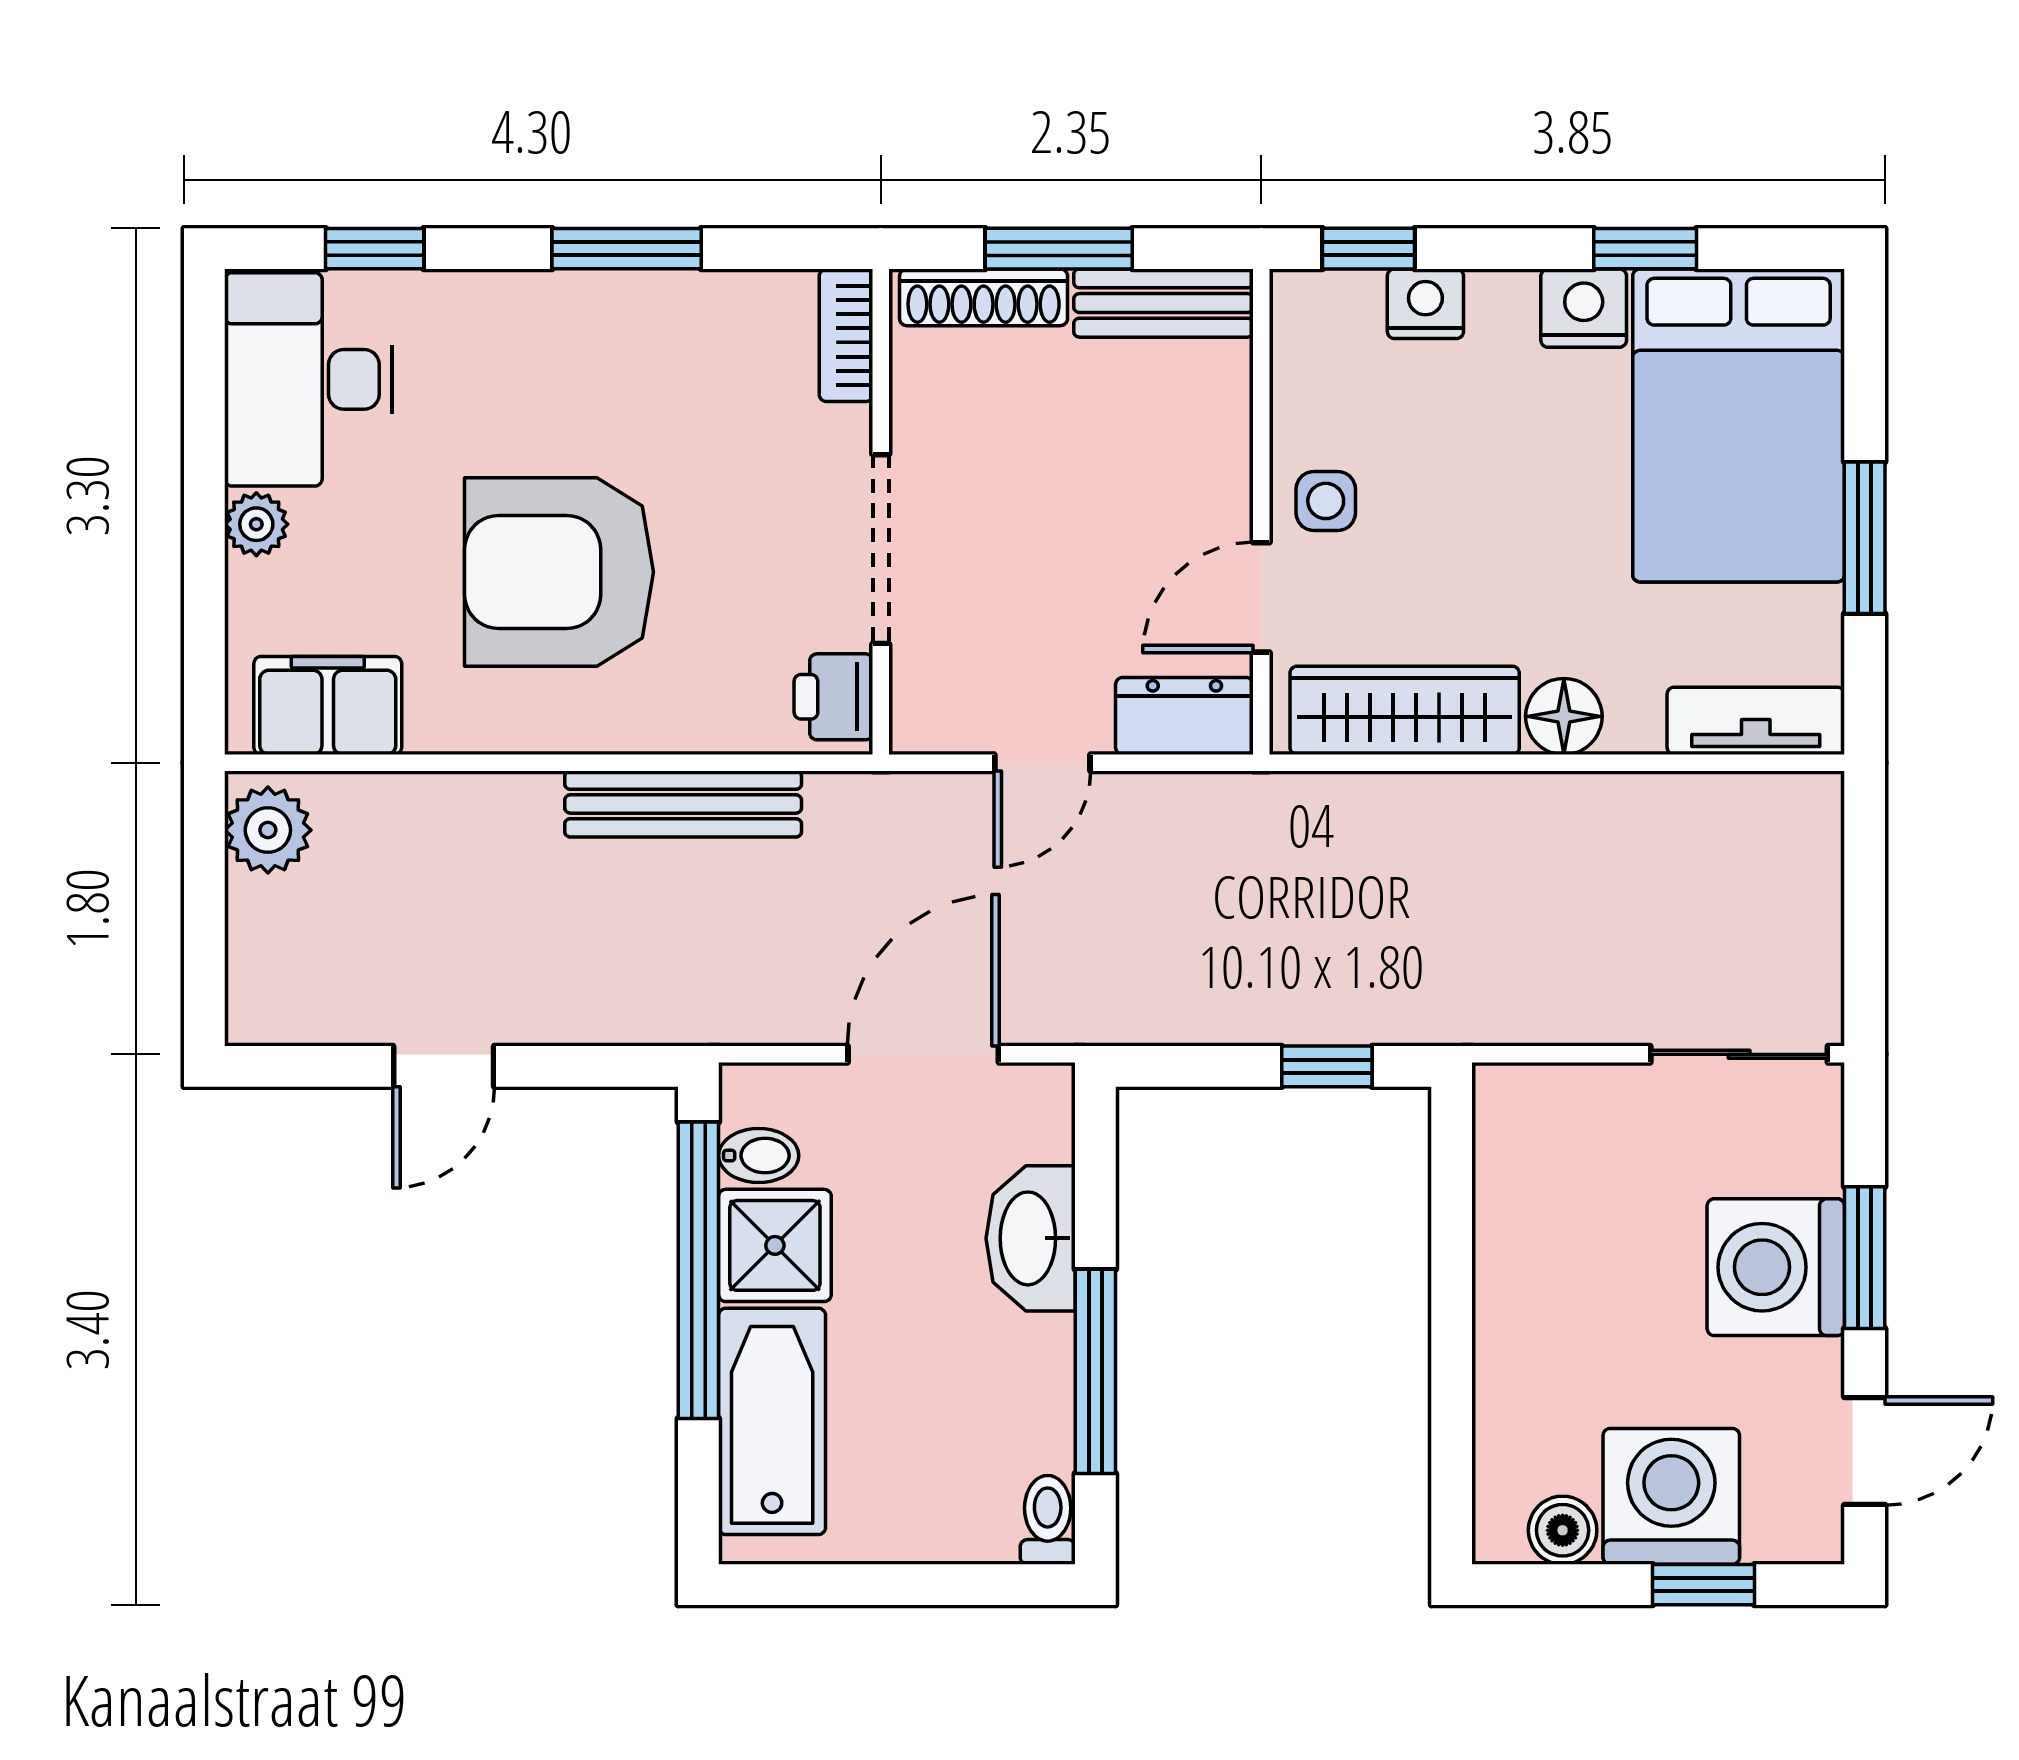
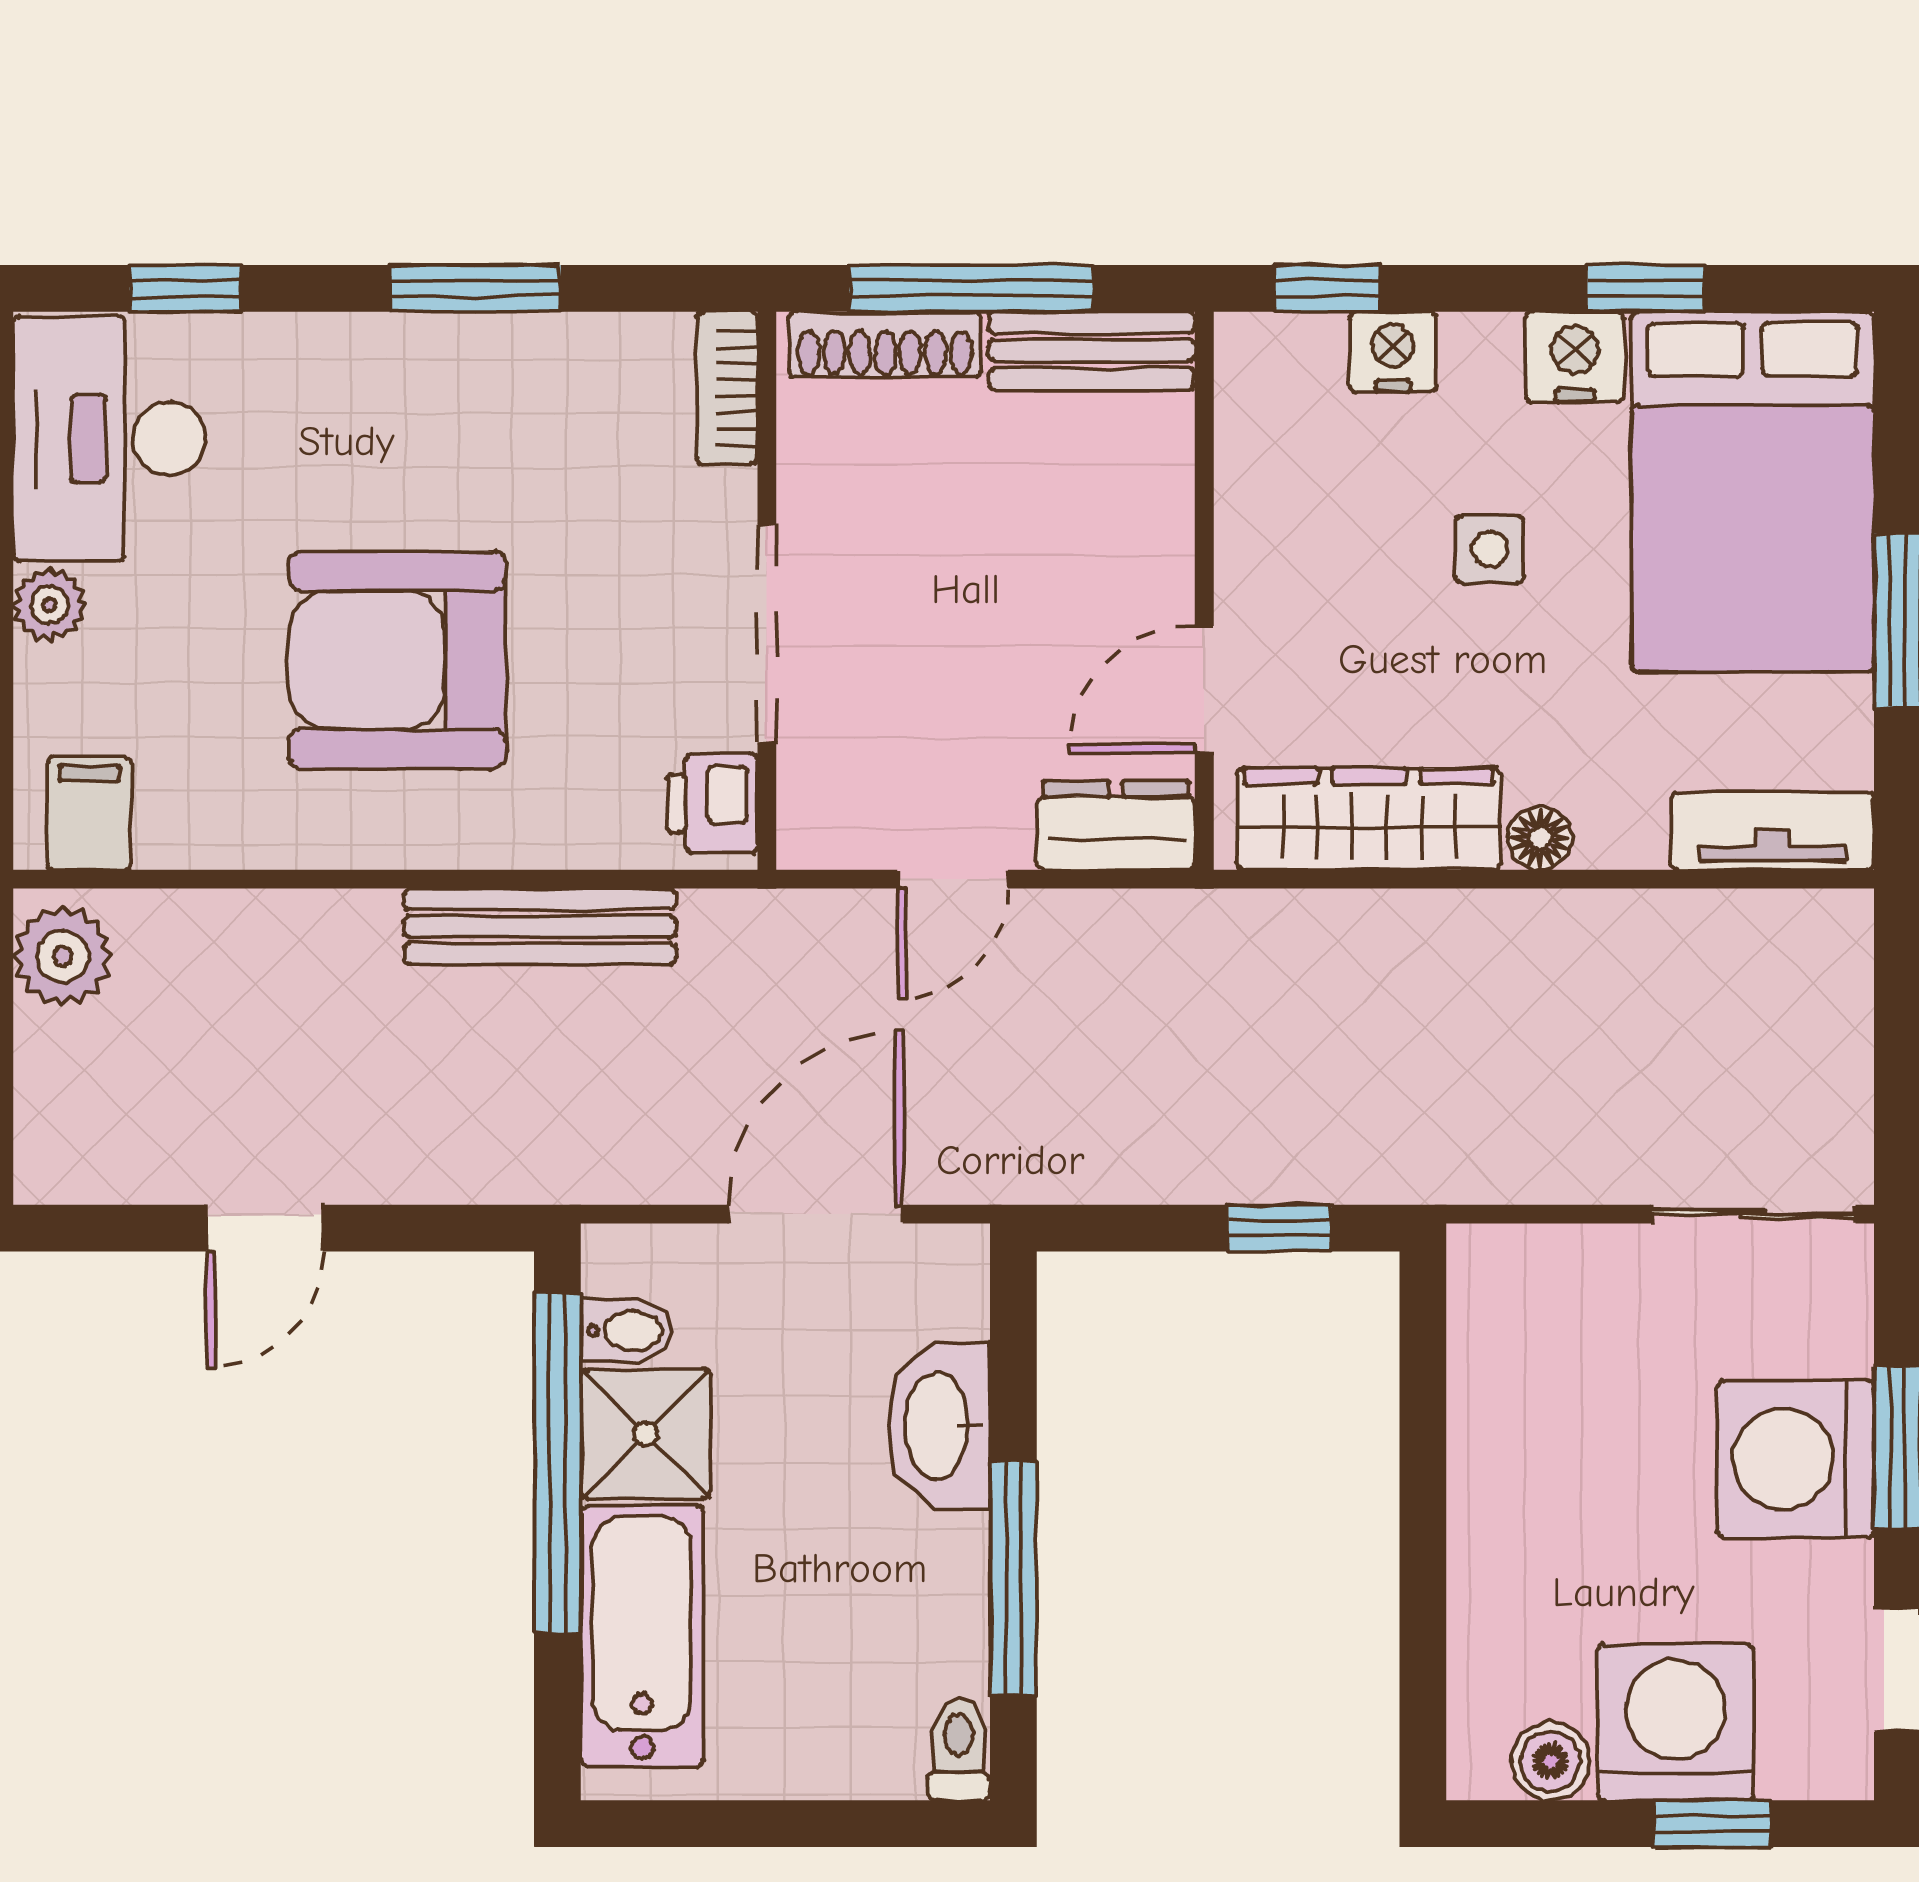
window: (1059, 249) -> (972, 288), width x1.44
side table: (1326, 501) -> (1490, 549), moved
filing cabinet: (328, 705) -> (89, 813), width x0.50
floor lamp: (1564, 716) -> (1540, 838), width x0.73, depth x0.73

